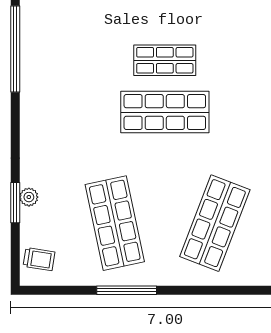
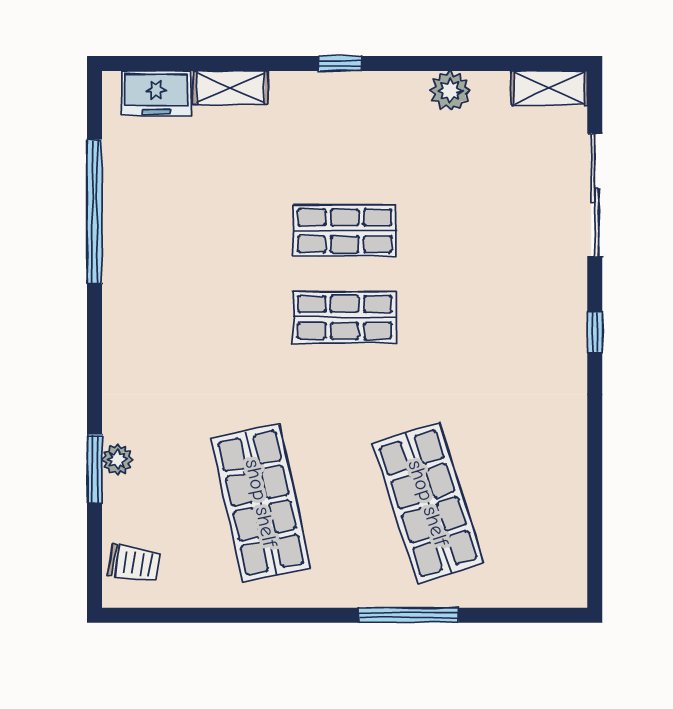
shop shelf: (165, 112) -> (345, 317), width x0.70, depth x0.74
shop shelf: (215, 223) -> (428, 503), turned -39
window: (127, 290) -> (409, 615), moved

